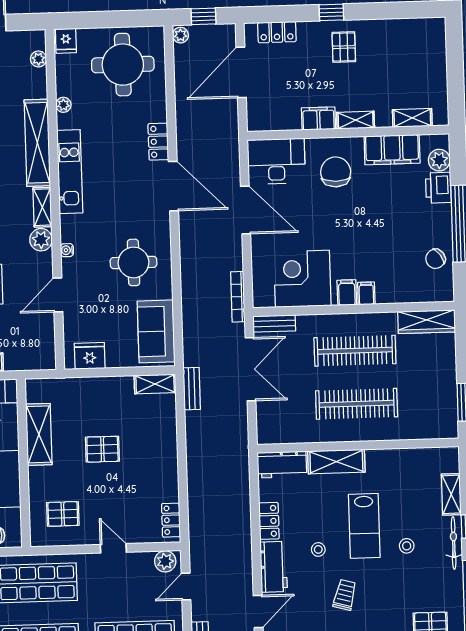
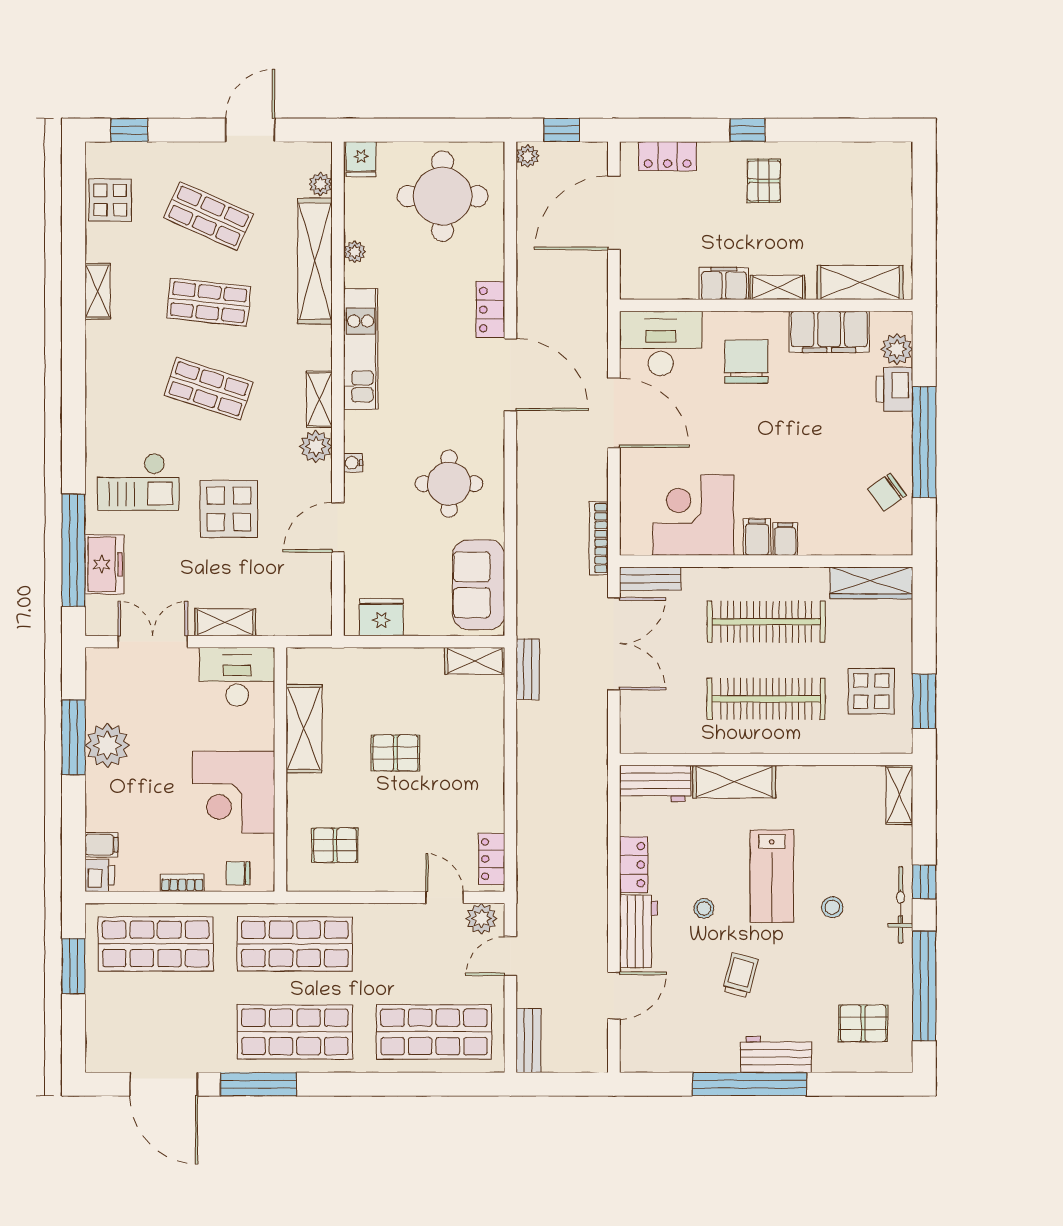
shelving: (412, 118) -> (860, 282), width x1.50, depth x1.33
shelving: (37, 143) -> (315, 261), moved
display table: (429, 396) -> (871, 691), added
shelving: (451, 494) -> (899, 795), moved
door: (113, 548) -> (444, 897), moved

